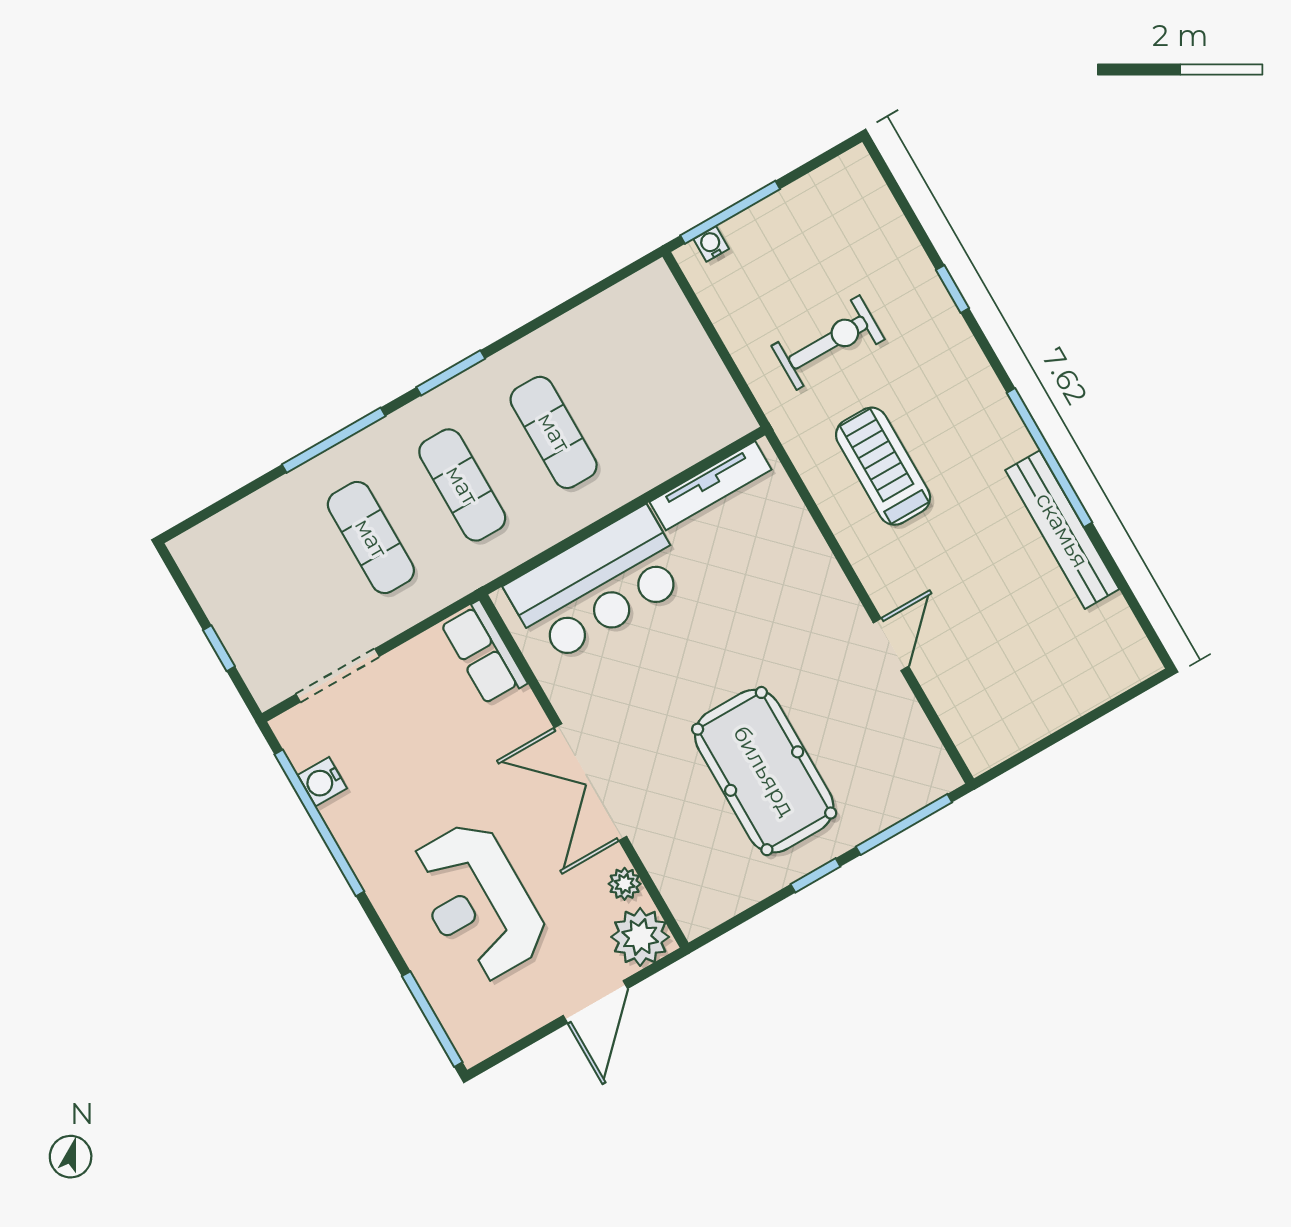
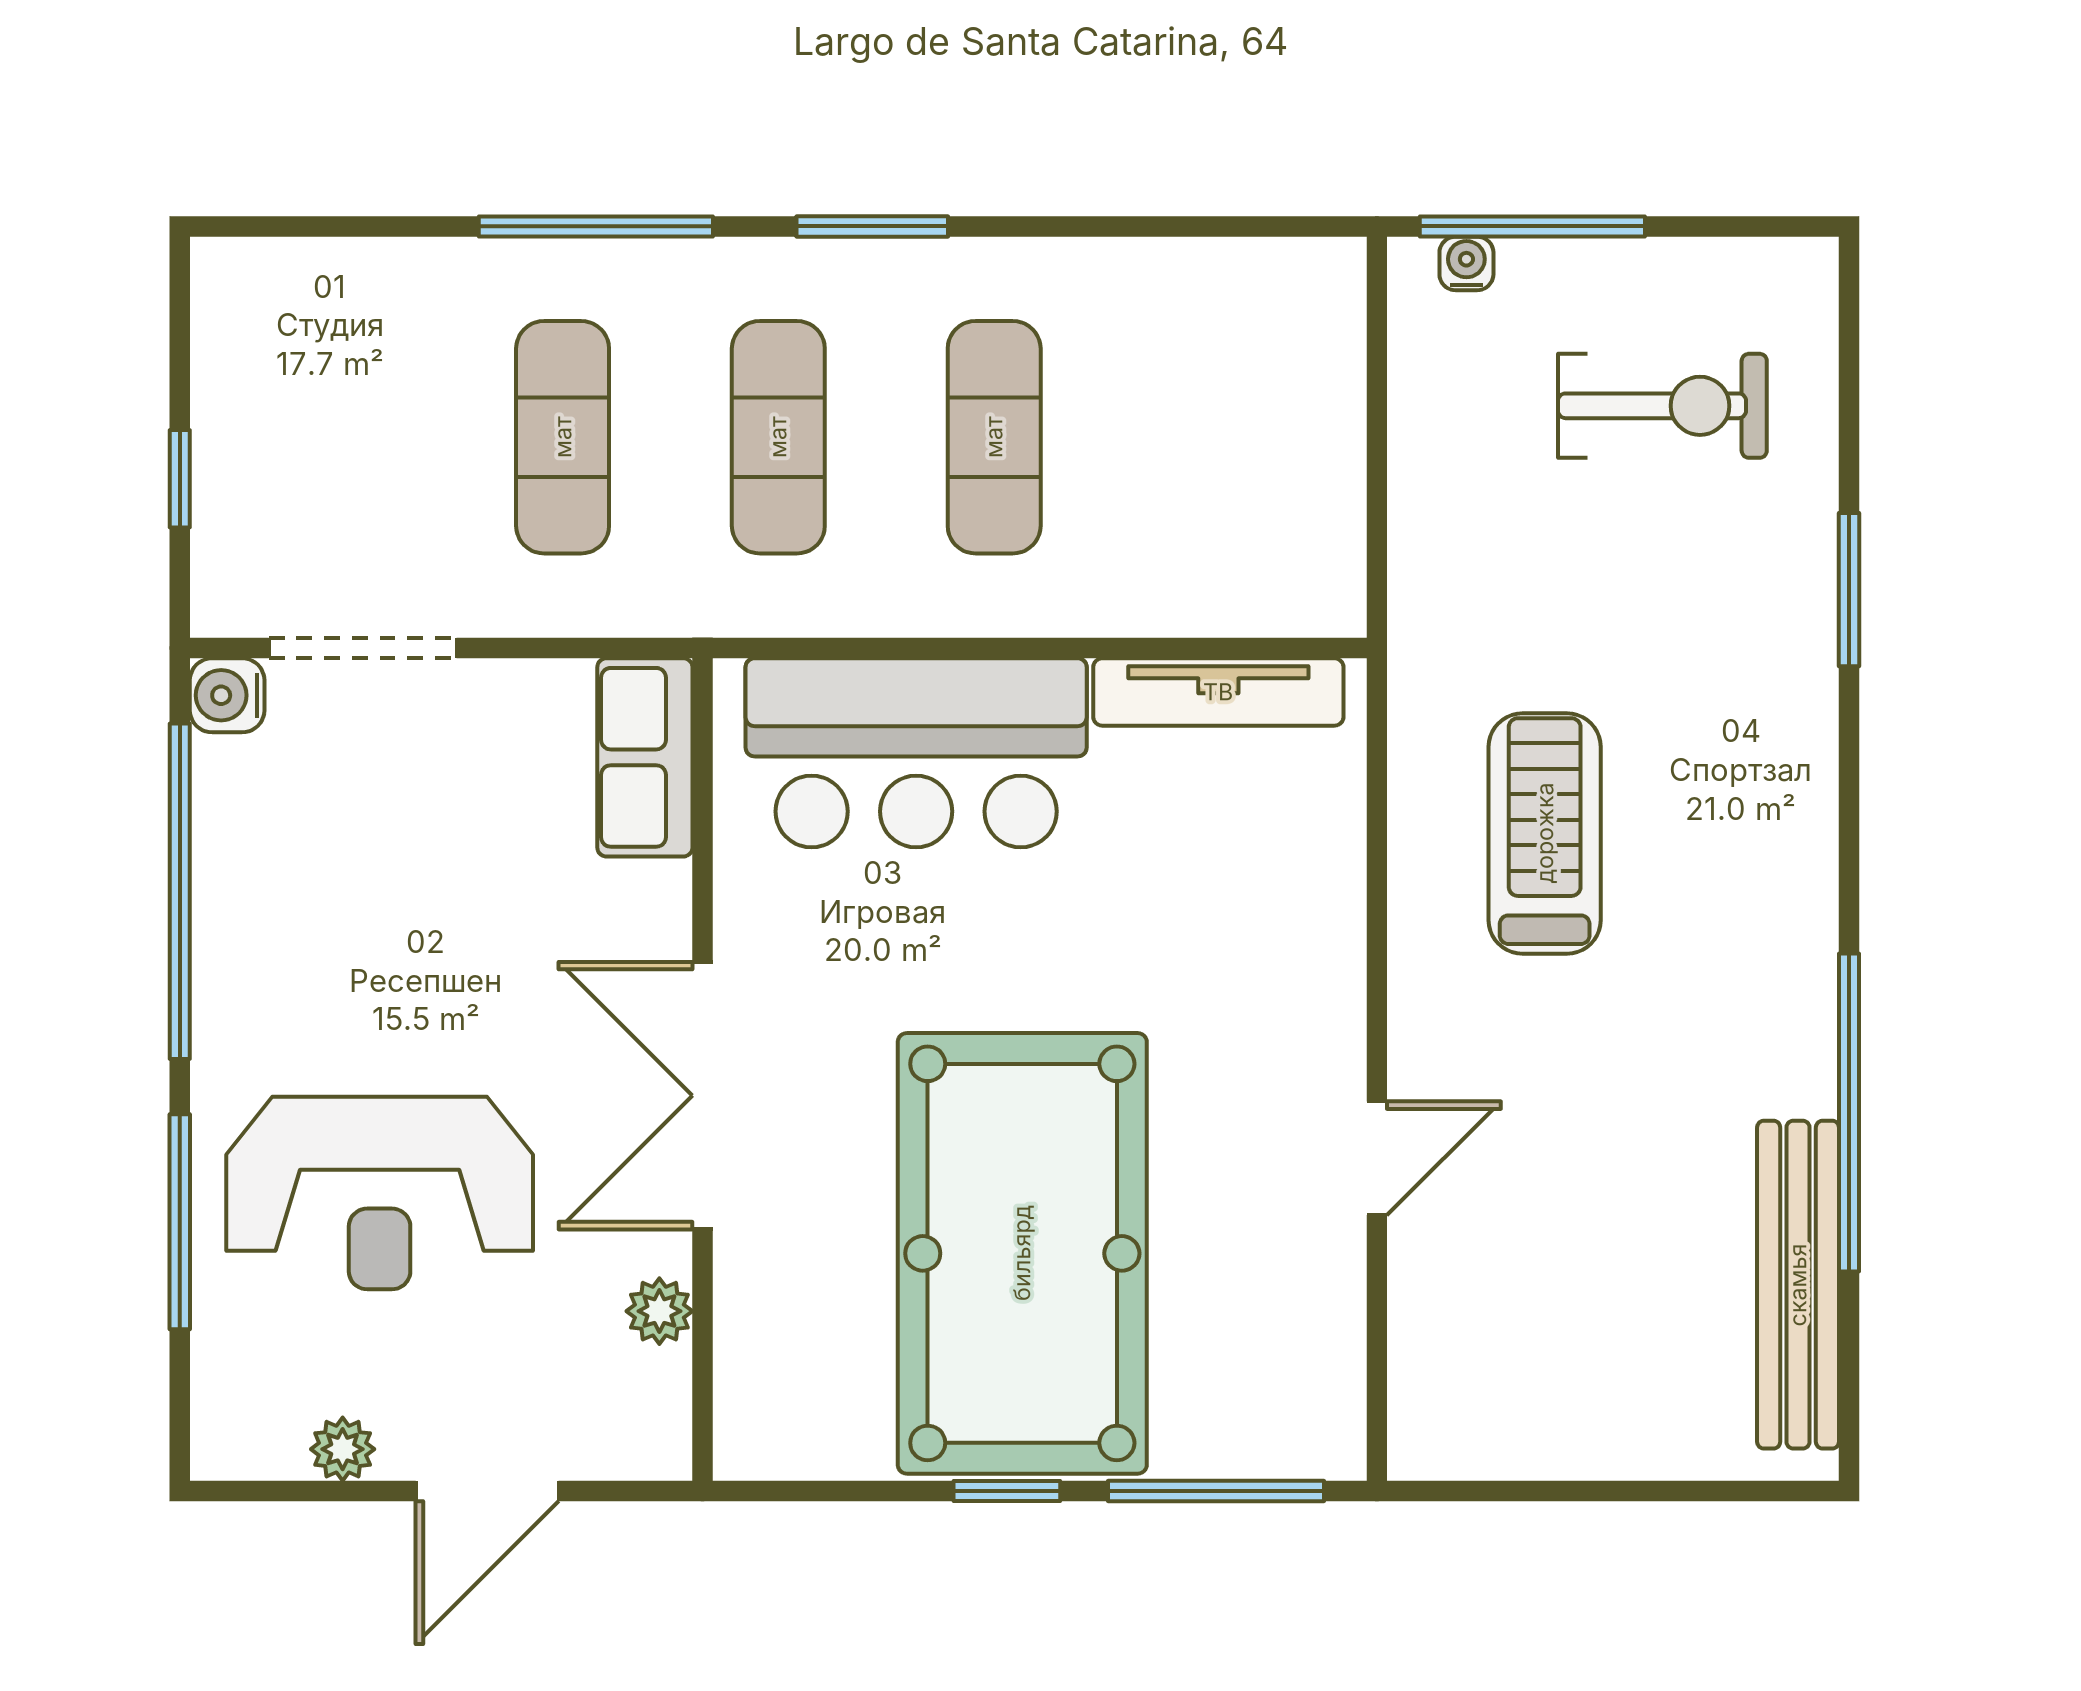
window: (952, 289) -> (1849, 590), width x1.50
exercise bike: (828, 343) -> (1662, 406), moved
window: (1050, 458) -> (1849, 1112), moved
bench: (1062, 530) -> (1798, 1285), moved
pool table: (764, 771) -> (1022, 1253), width x1.36, depth x1.32
water cooler: (322, 782) -> (227, 695), moved
reception desk: (477, 902) -> (380, 1193), turned -90
plant: (640, 937) -> (343, 1449), moved, width x0.53, depth x0.53
window: (432, 1019) -> (180, 1222), moved

